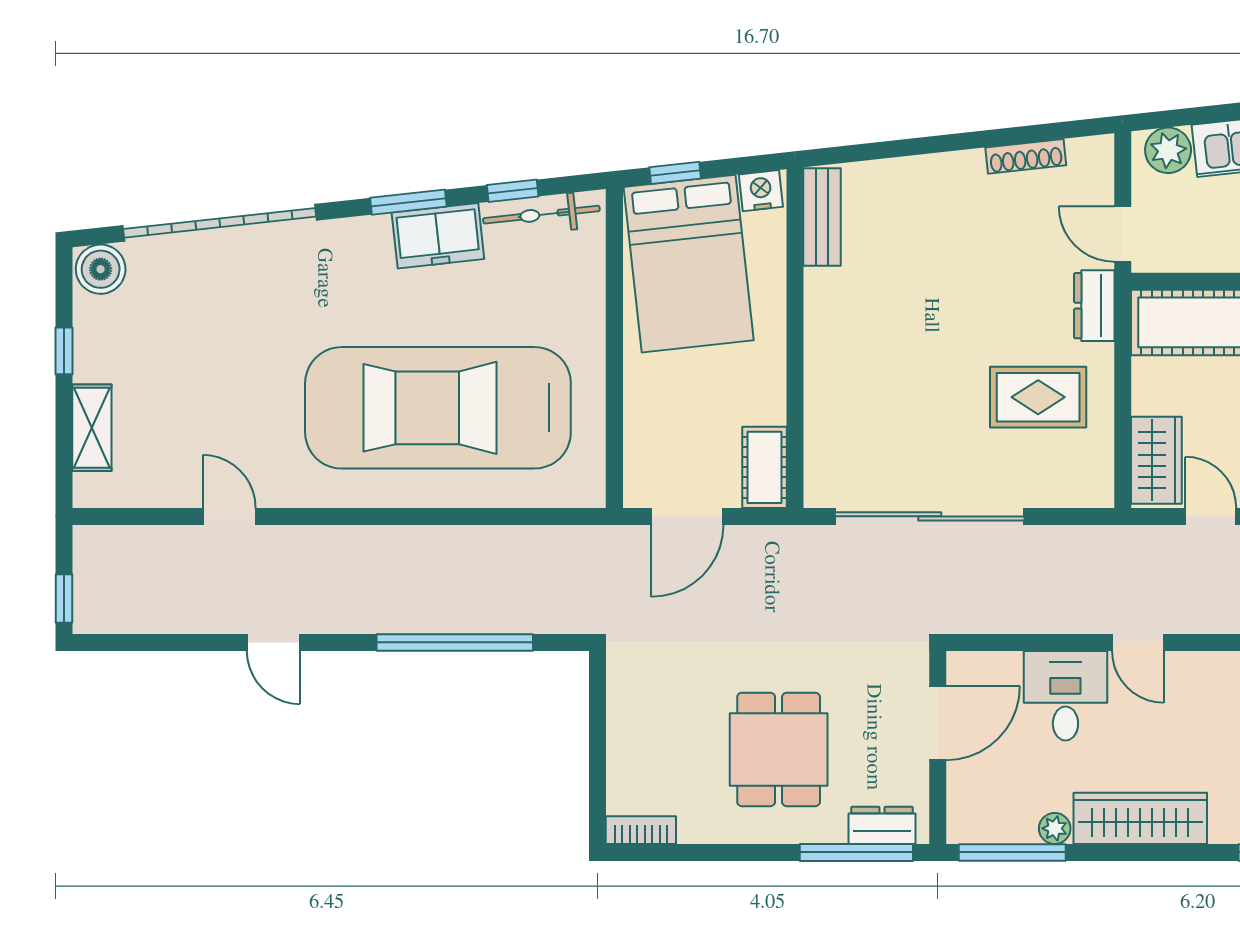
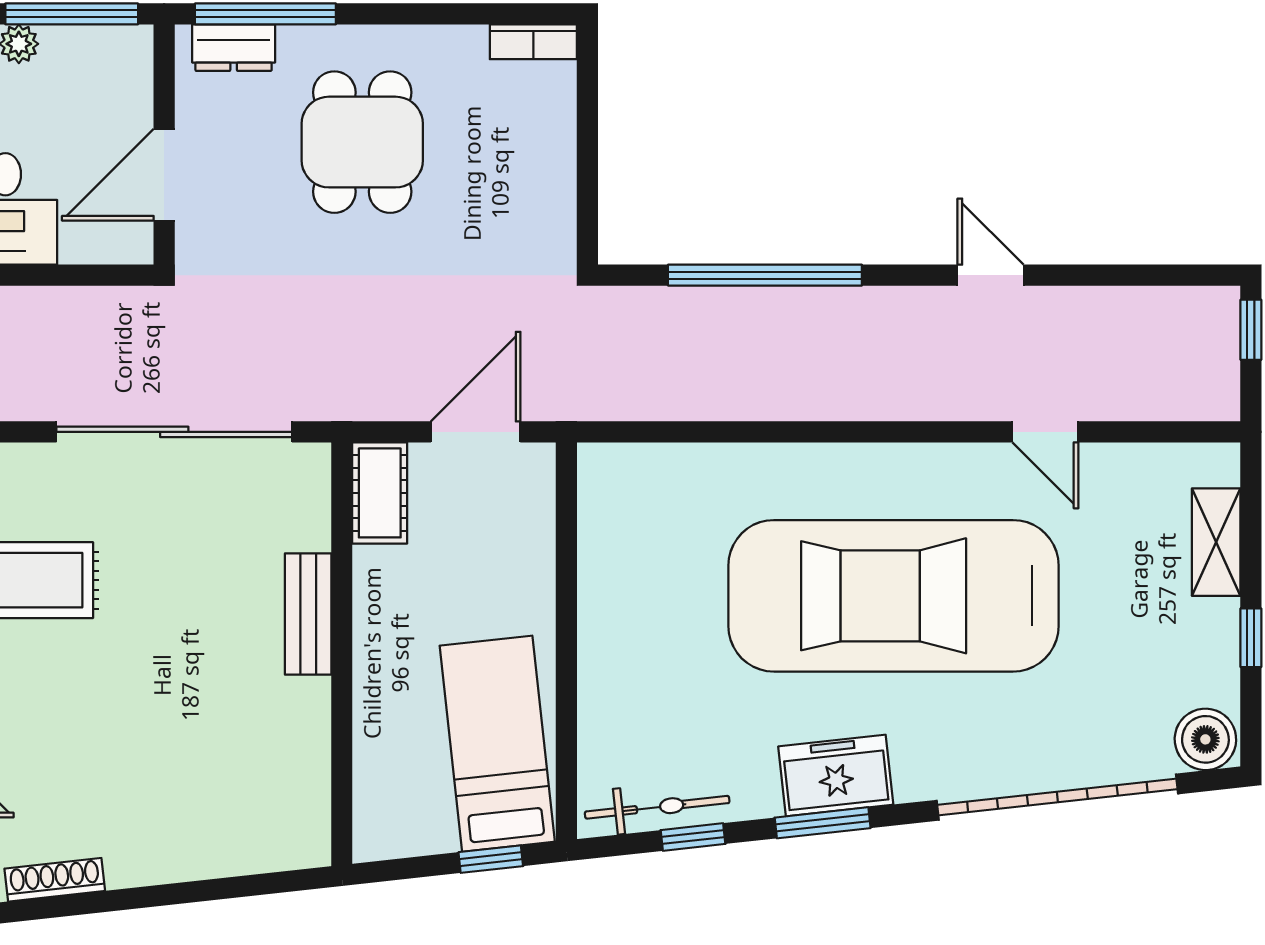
nightstand: (761, 191) -> (384, 837), removed
bench: (822, 217) -> (308, 614), moved
freezer: (438, 236) -> (836, 775), moved
bed: (689, 264) -> (497, 744), width x0.67
car: (438, 408) -> (893, 596), moved, turned 180

